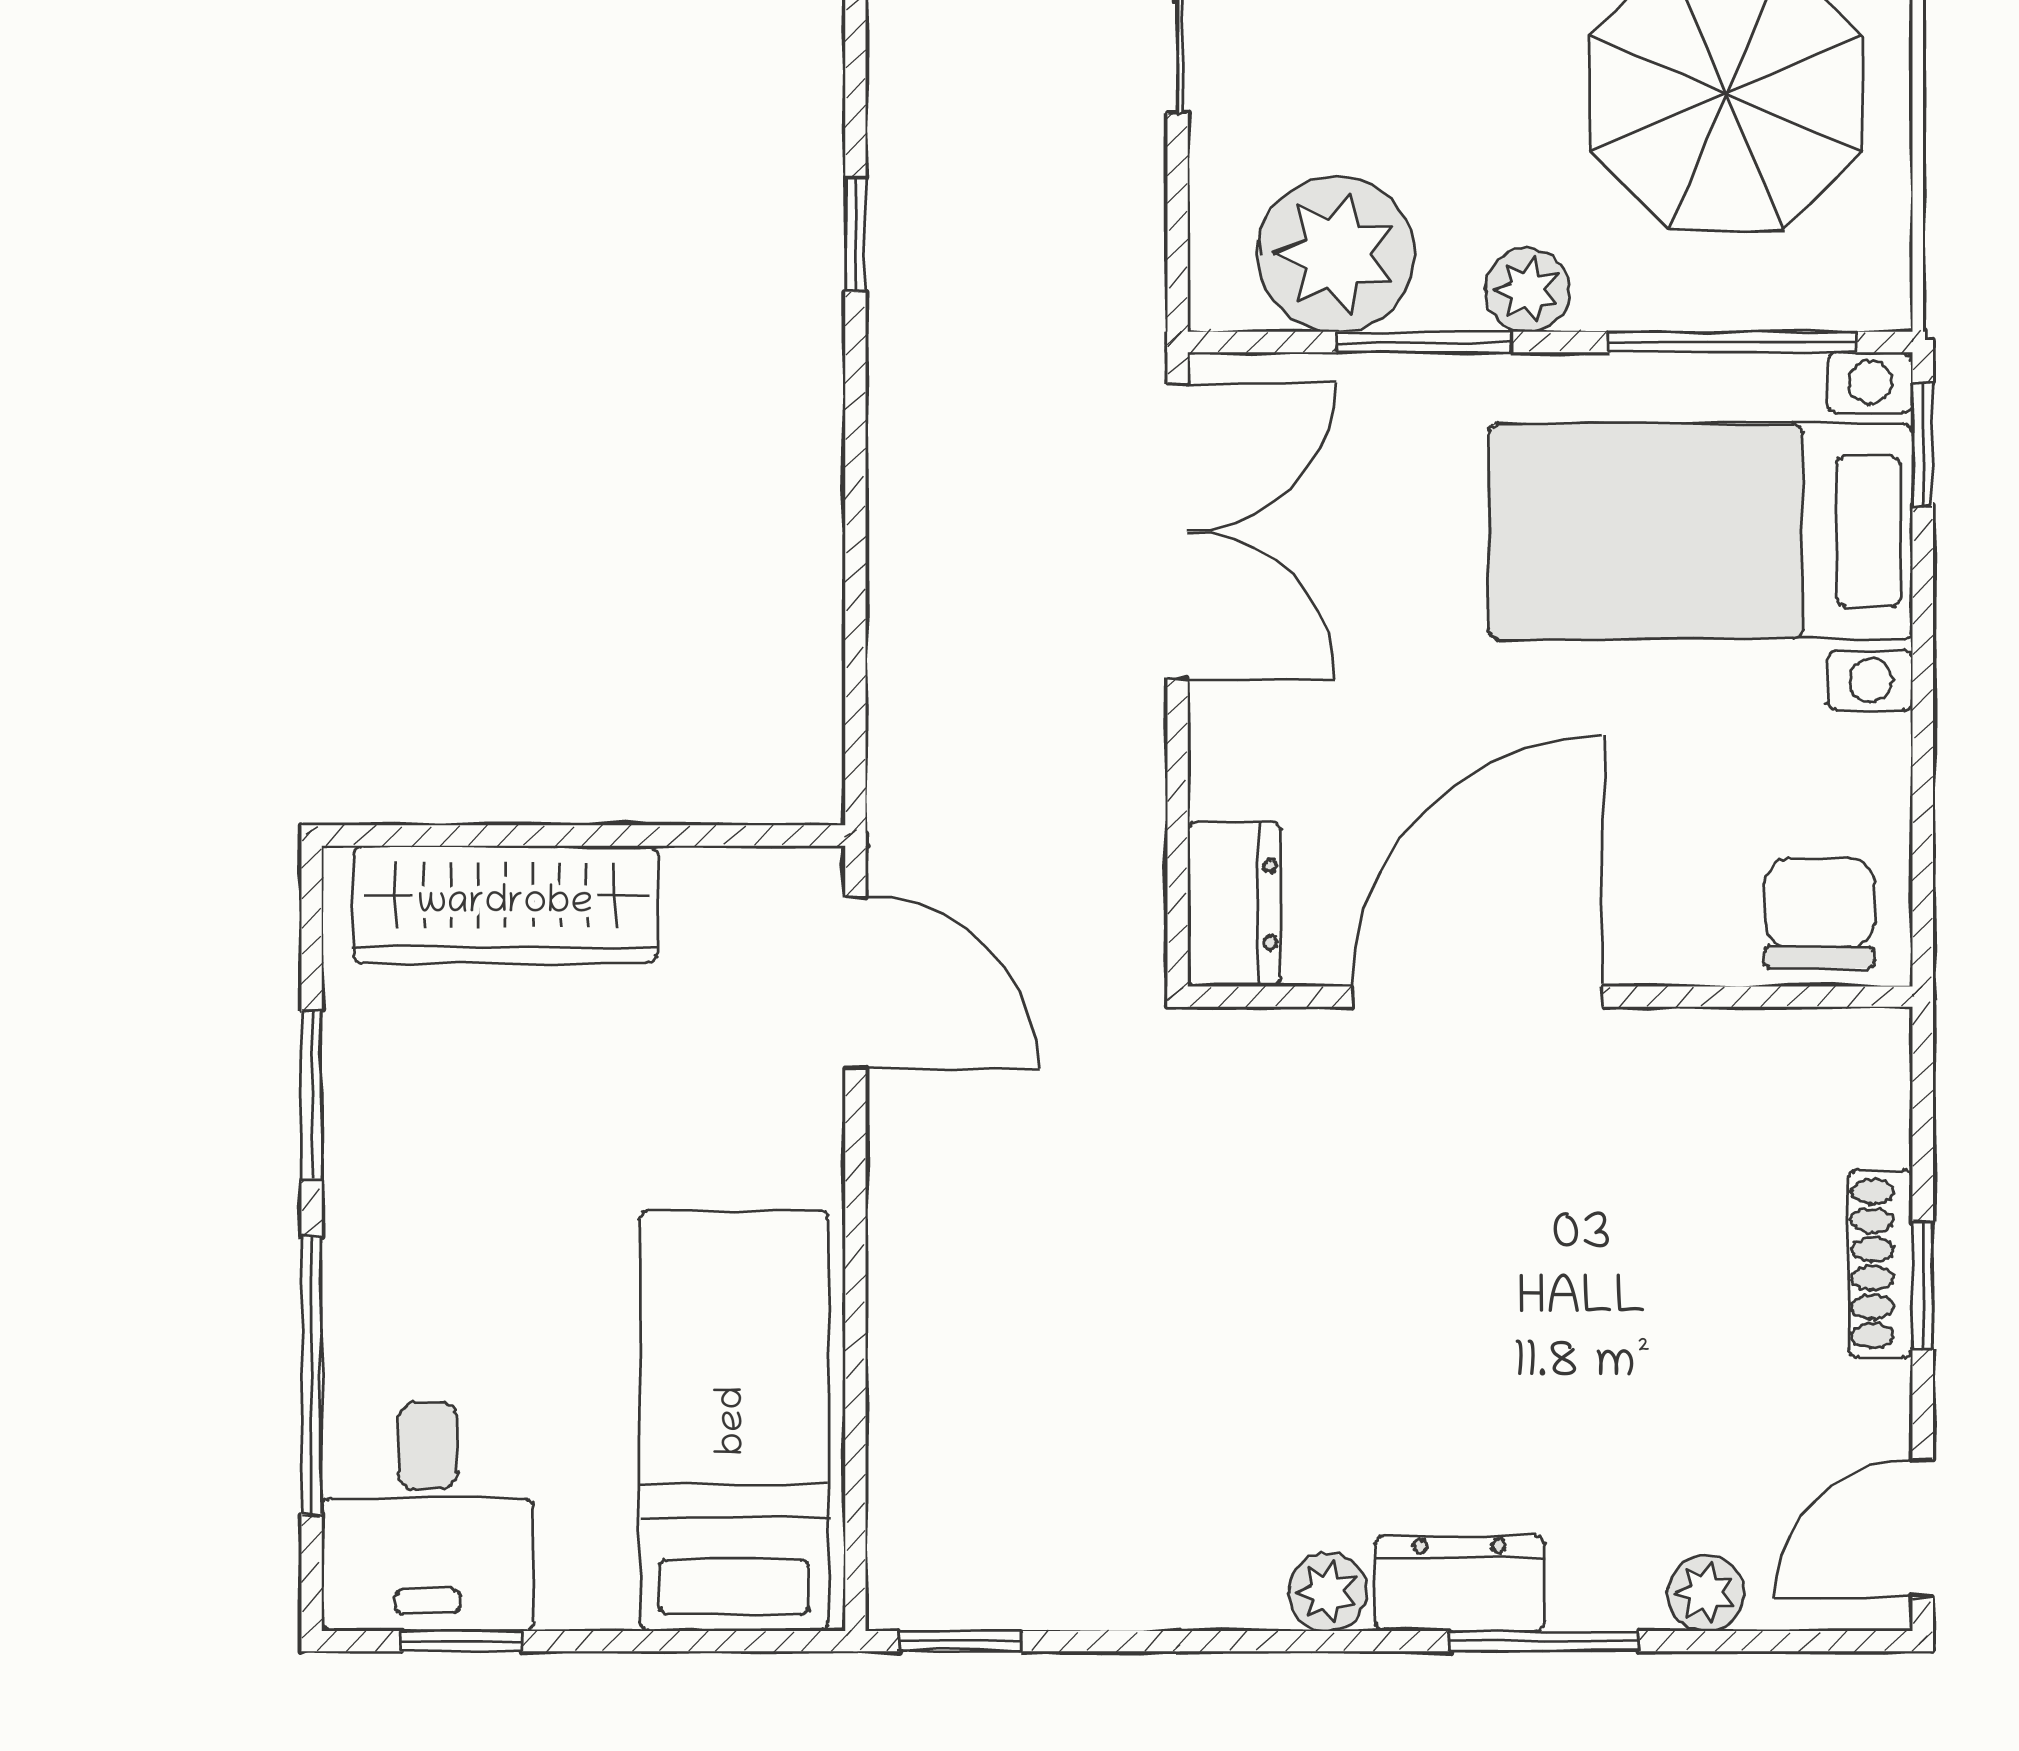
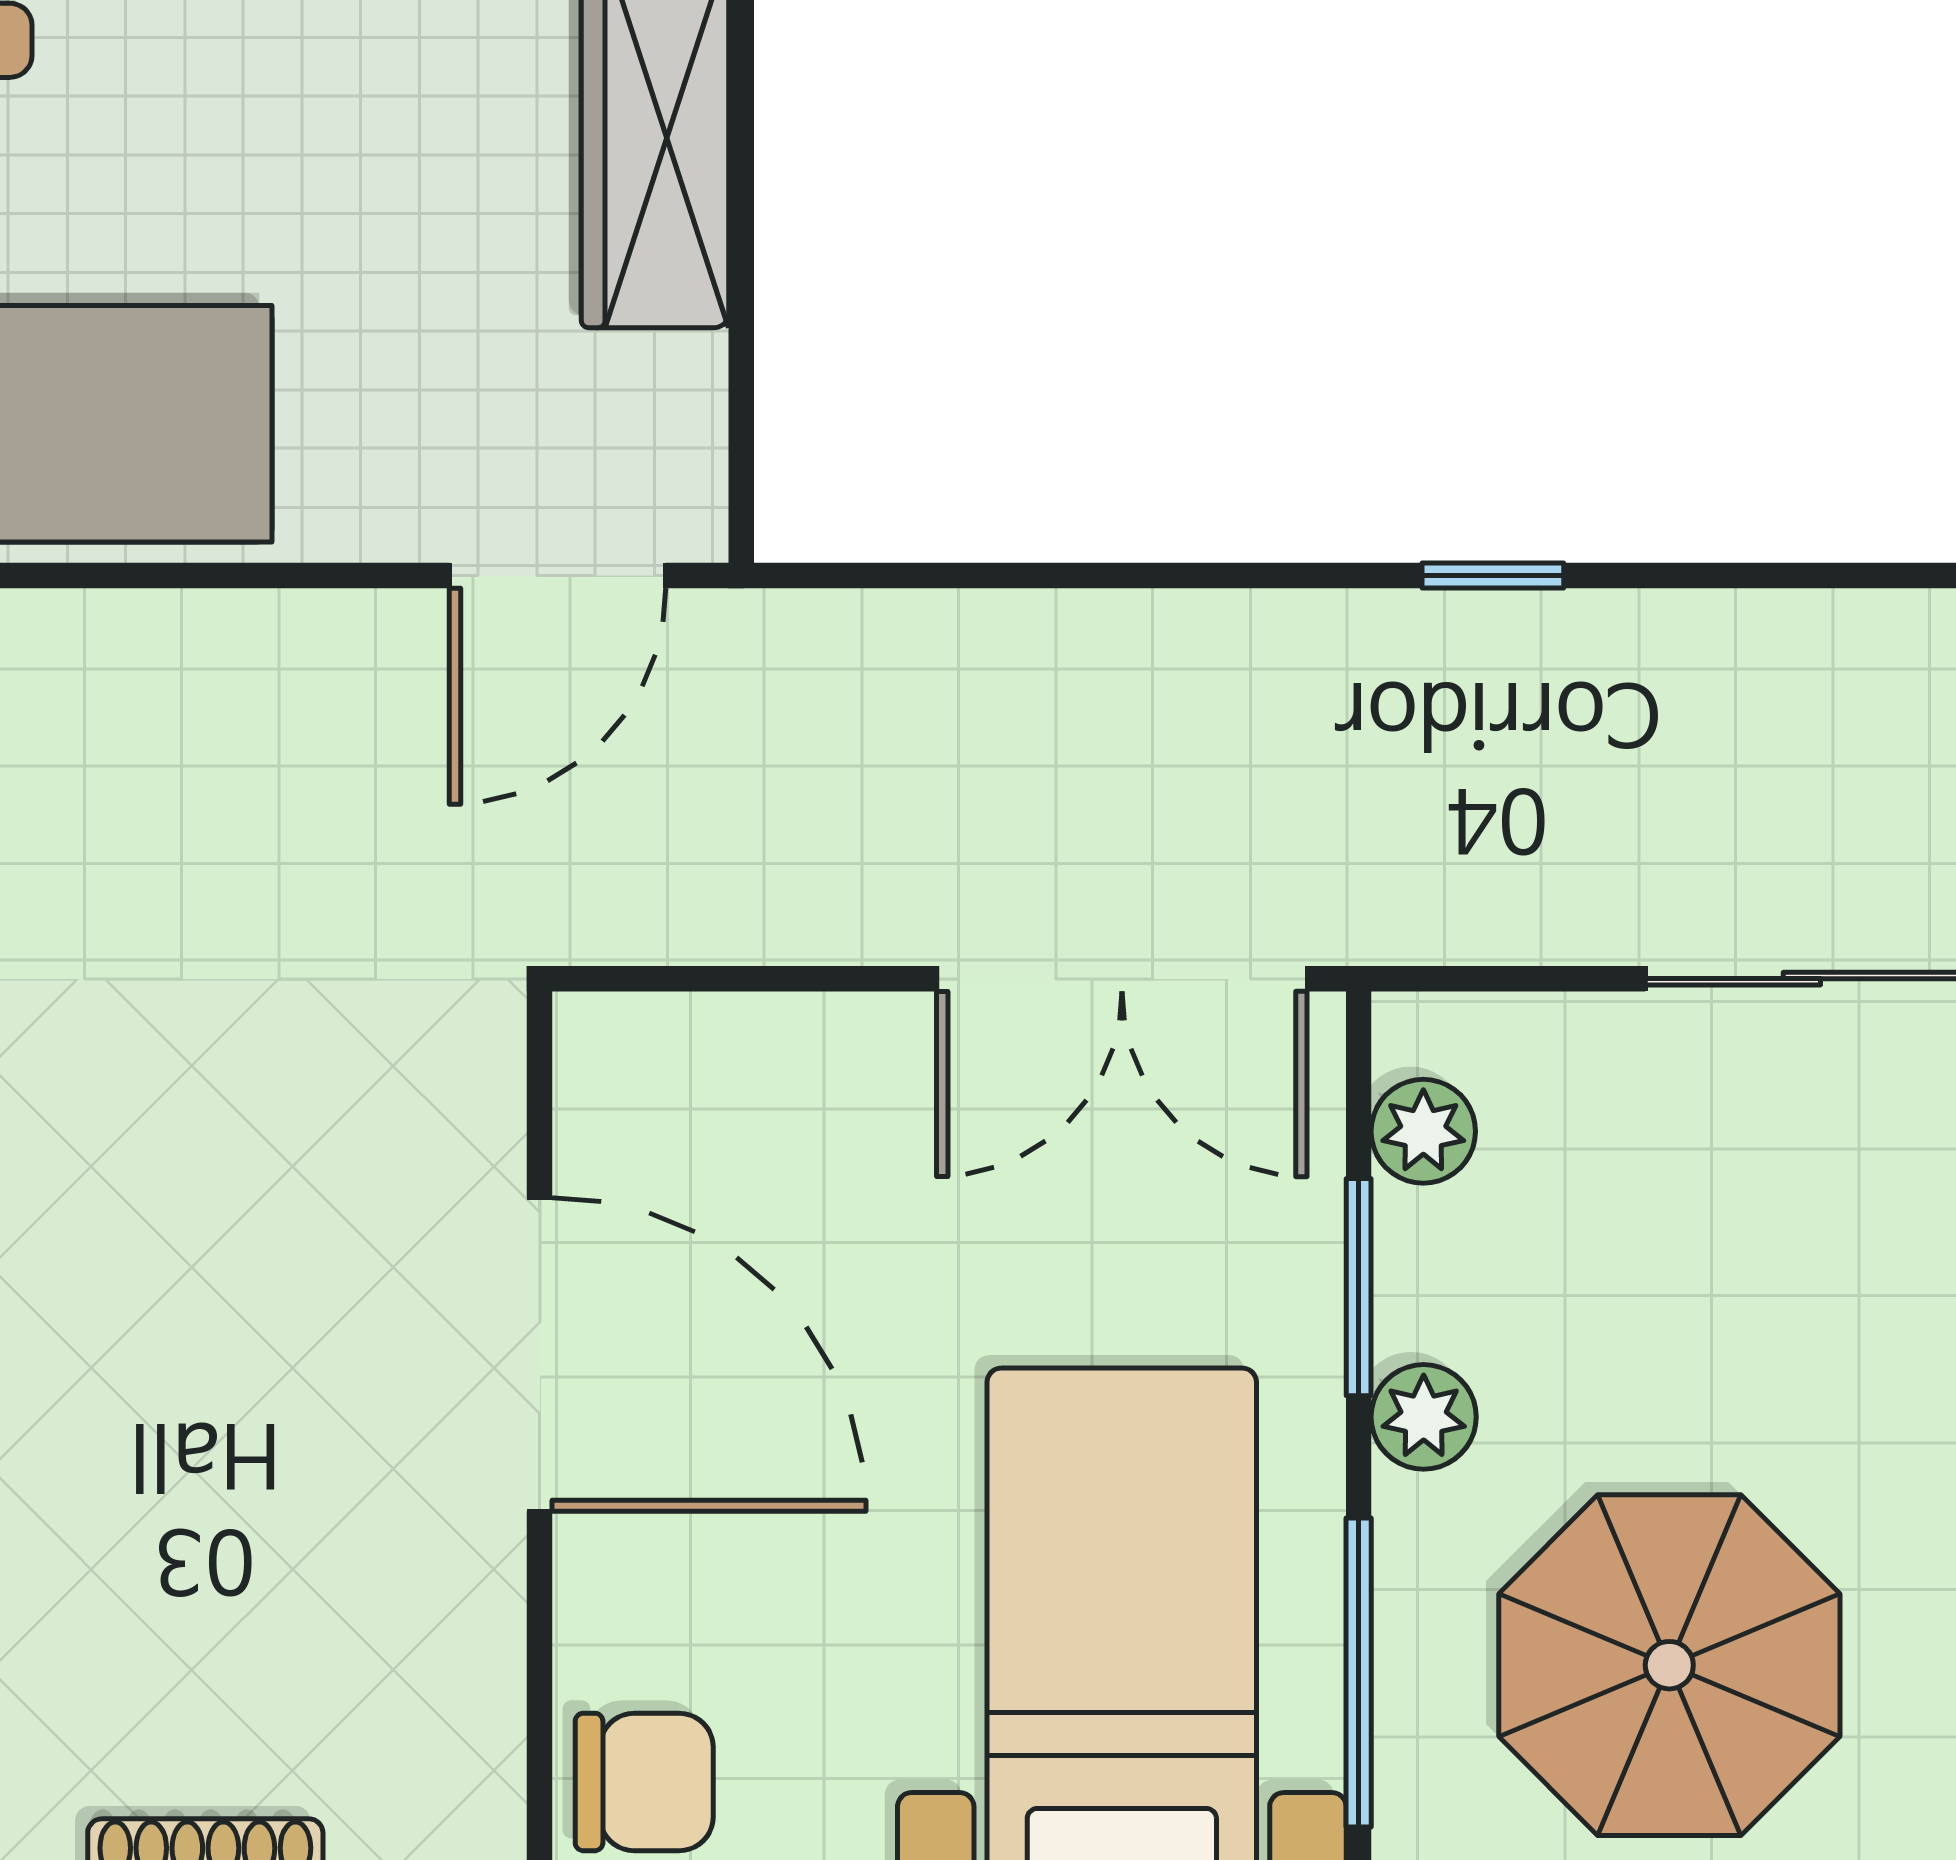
plant: (1336, 254) -> (1423, 1131), width x0.53, depth x0.53
dresser: (1234, 904) -> (656, 1049), removed

